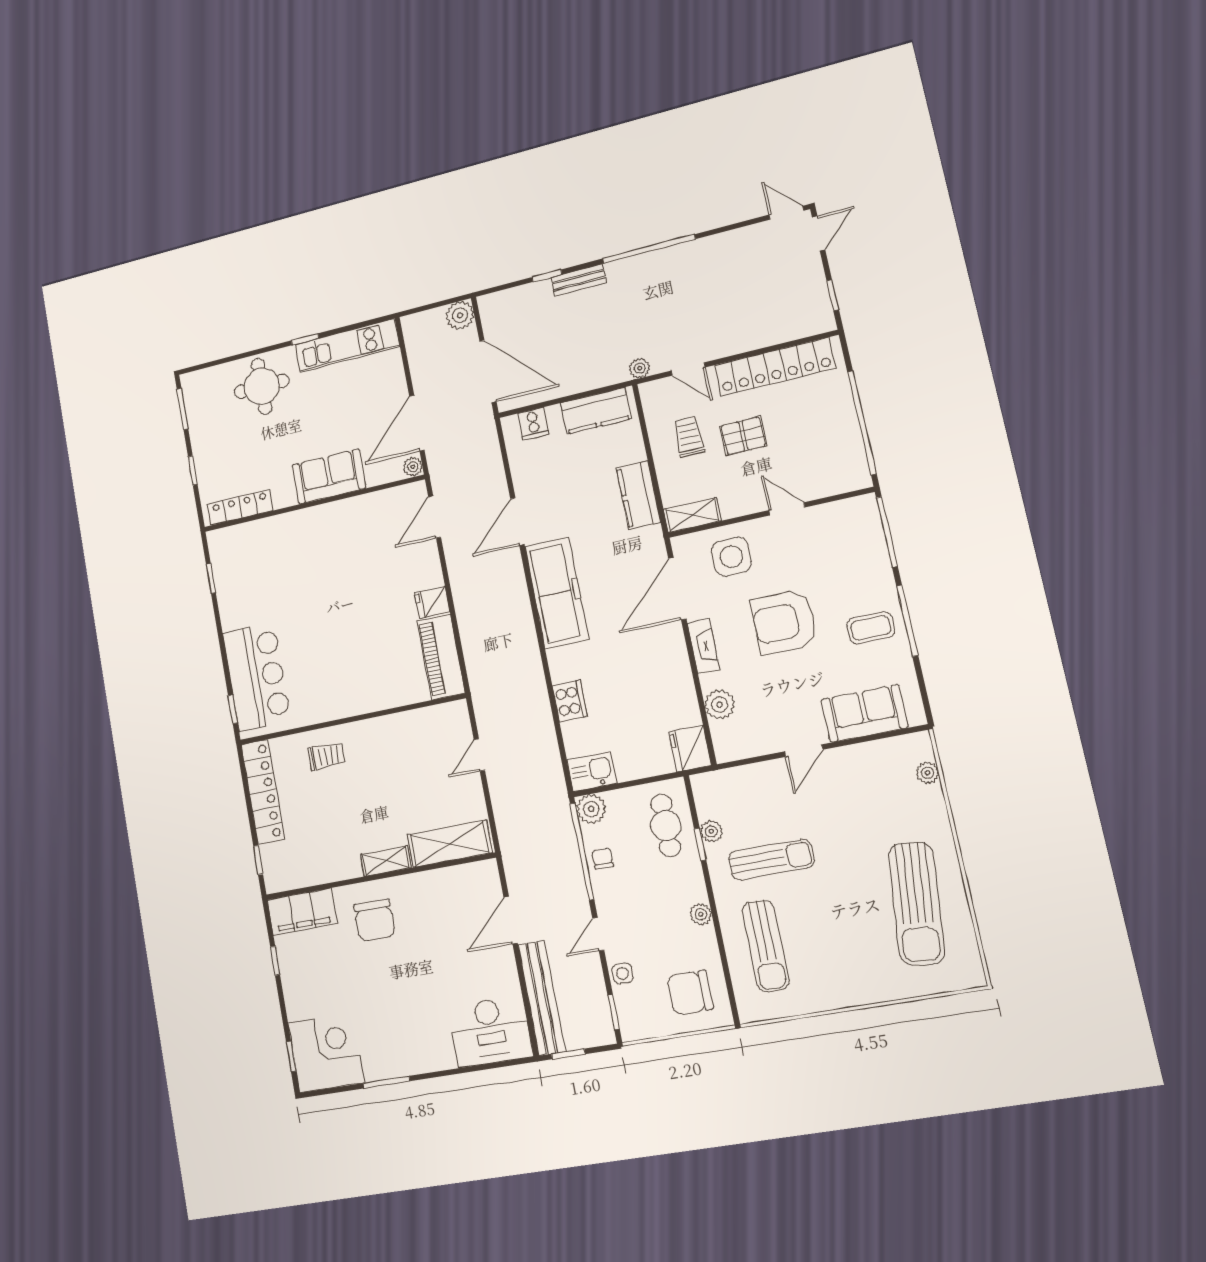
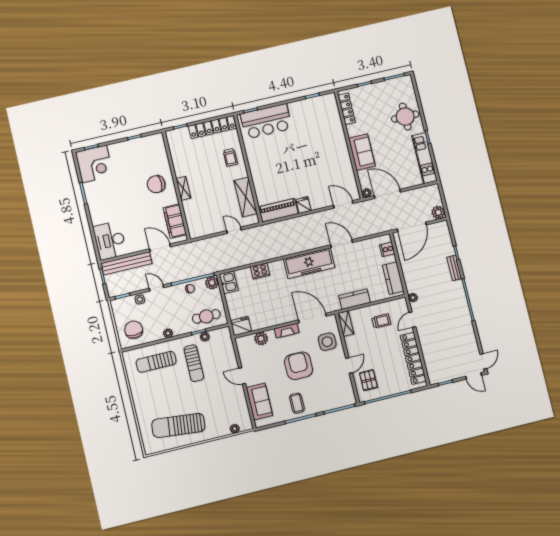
pallet: (743, 436) -> (368, 380), moved
shelving: (450, 844) -> (246, 197), moved
filing cabinet: (302, 912) -> (175, 221), moved

